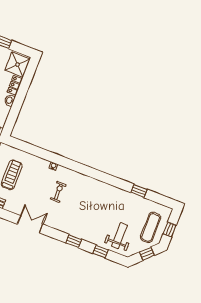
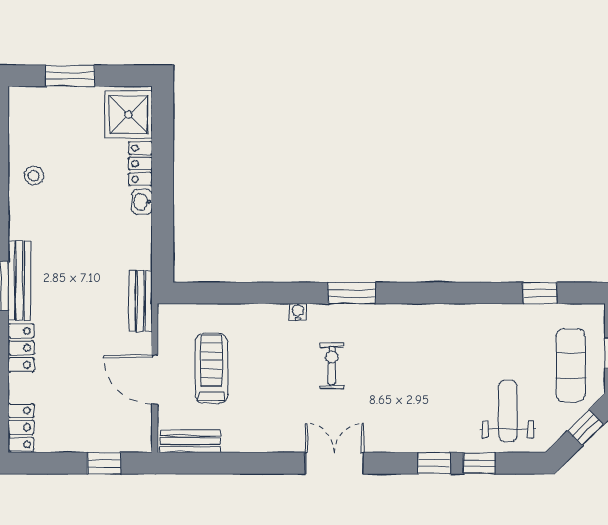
window: (77, 167) -> (351, 293), added
window: (139, 191) -> (540, 293), moved
double door: (30, 224) -> (334, 463), moved
window: (74, 241) -> (434, 463), moved

